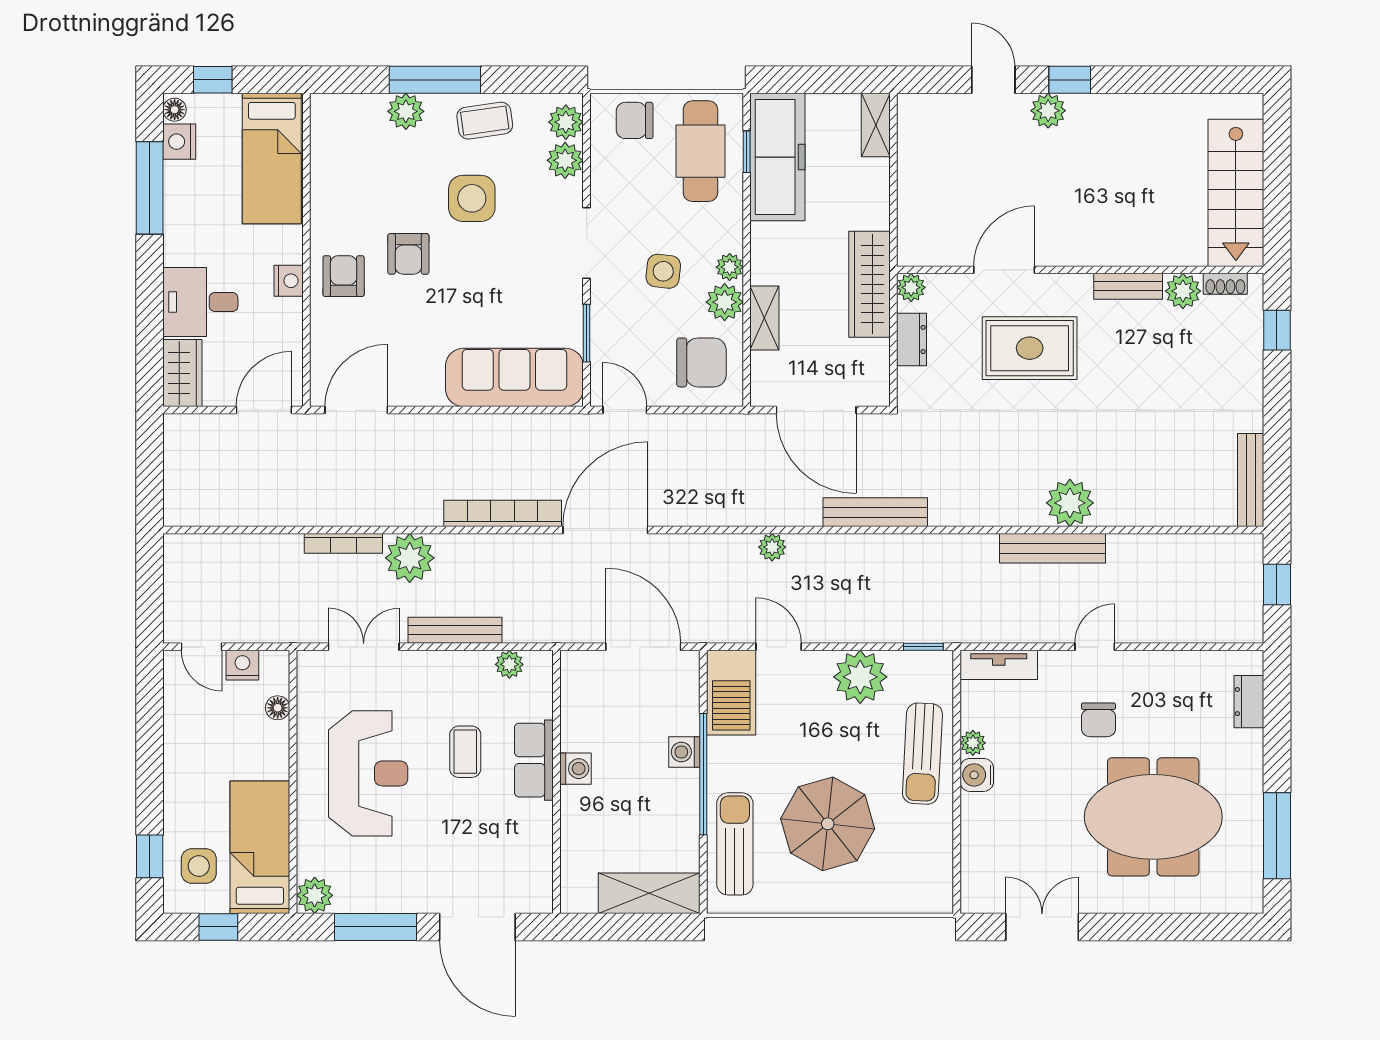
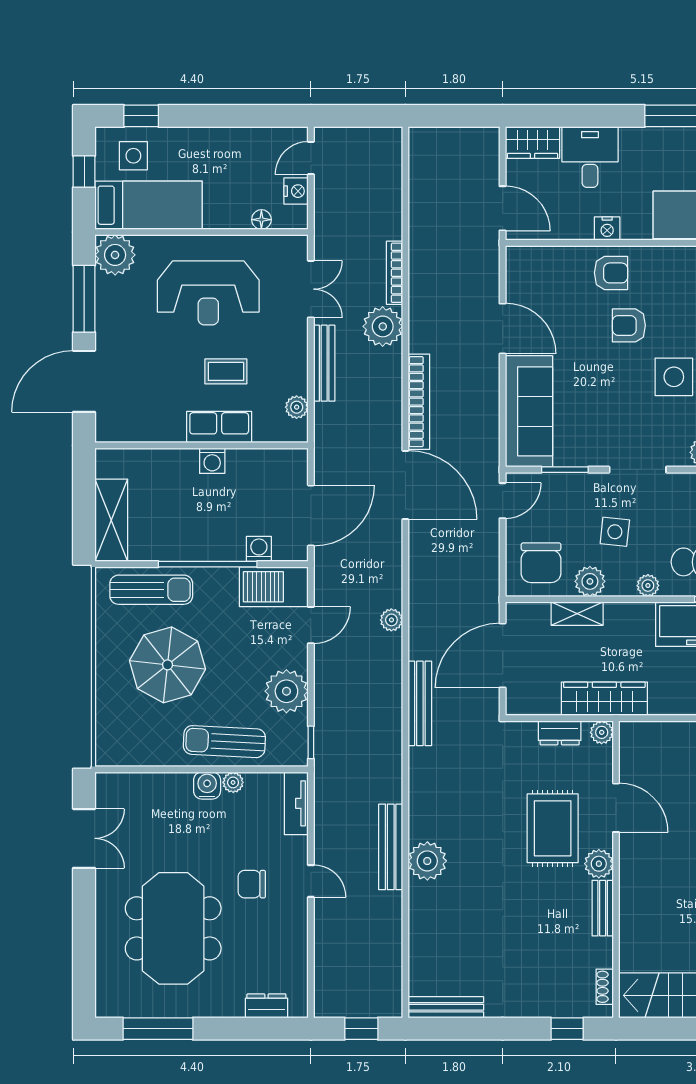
plant: (730, 267) -> (648, 586), moved
plant: (1183, 291) -> (599, 864), moved
door: (356, 410) -> (503, 329), moved
washing machine: (684, 752) -> (259, 549), moved
plant: (315, 895) -> (115, 255), width x1.36, depth x1.36

